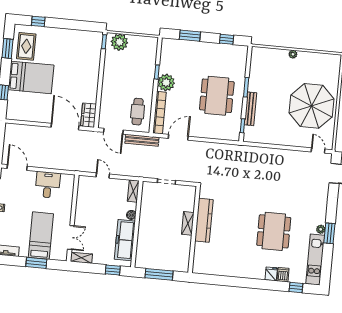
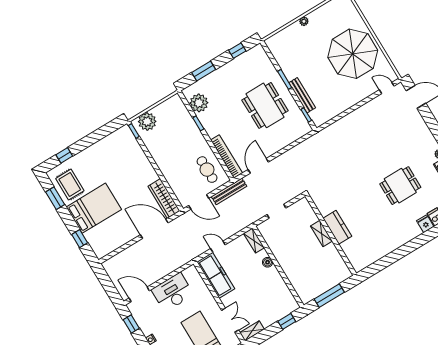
plant: (166, 83) -> (199, 103), moved
wardrobe: (89, 115) -> (164, 199), width x1.50
desk: (48, 185) -> (173, 292), width x1.37
kitchen counter: (204, 220) -> (337, 227), width x0.67
dining table: (274, 231) -> (400, 186), width x0.73
freezer: (125, 240) -> (216, 275), moved, turned 180

